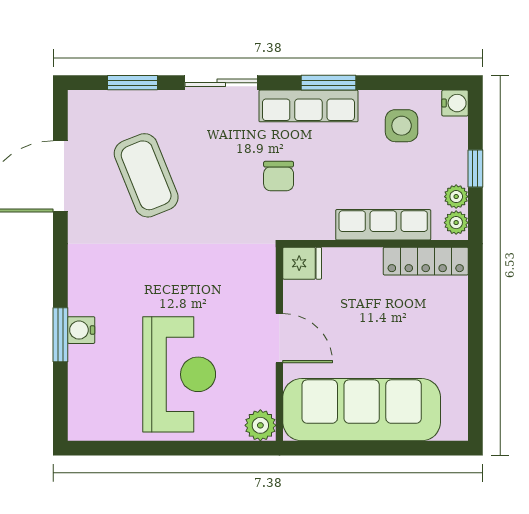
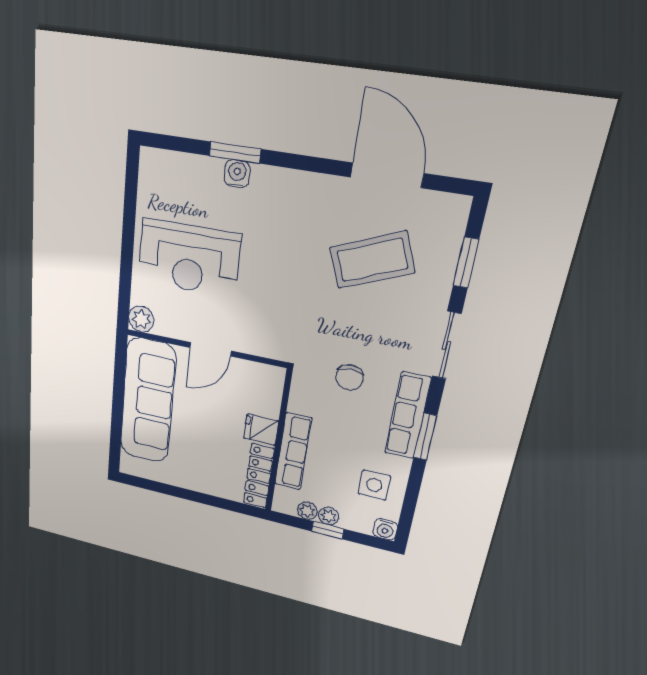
chair: (279, 176) -> (349, 378), turned -90
plant: (456, 223) -> (329, 516), moved
fridge: (302, 263) -> (261, 430), moved, turned 90

